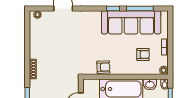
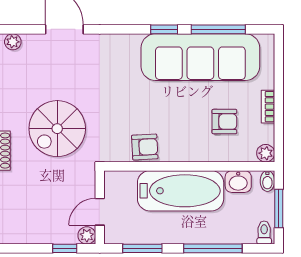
spiral stairs: (60, 58) -> (57, 129), added

